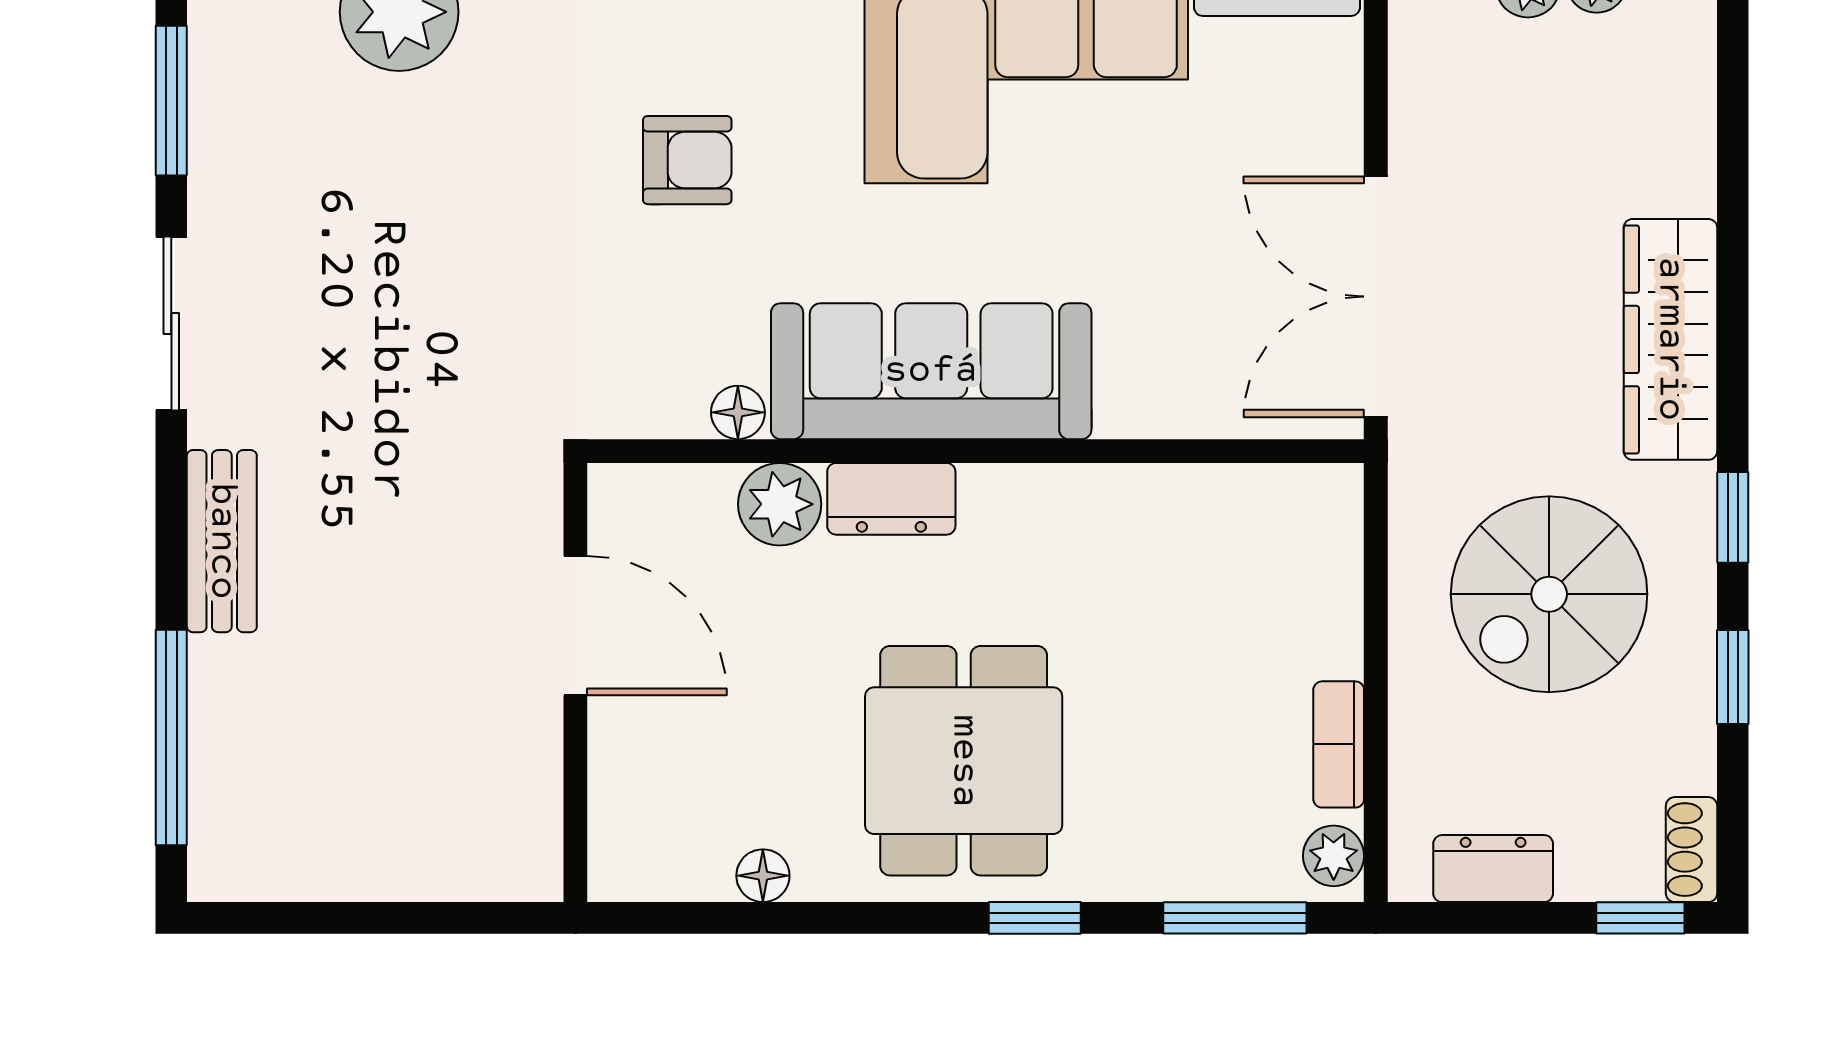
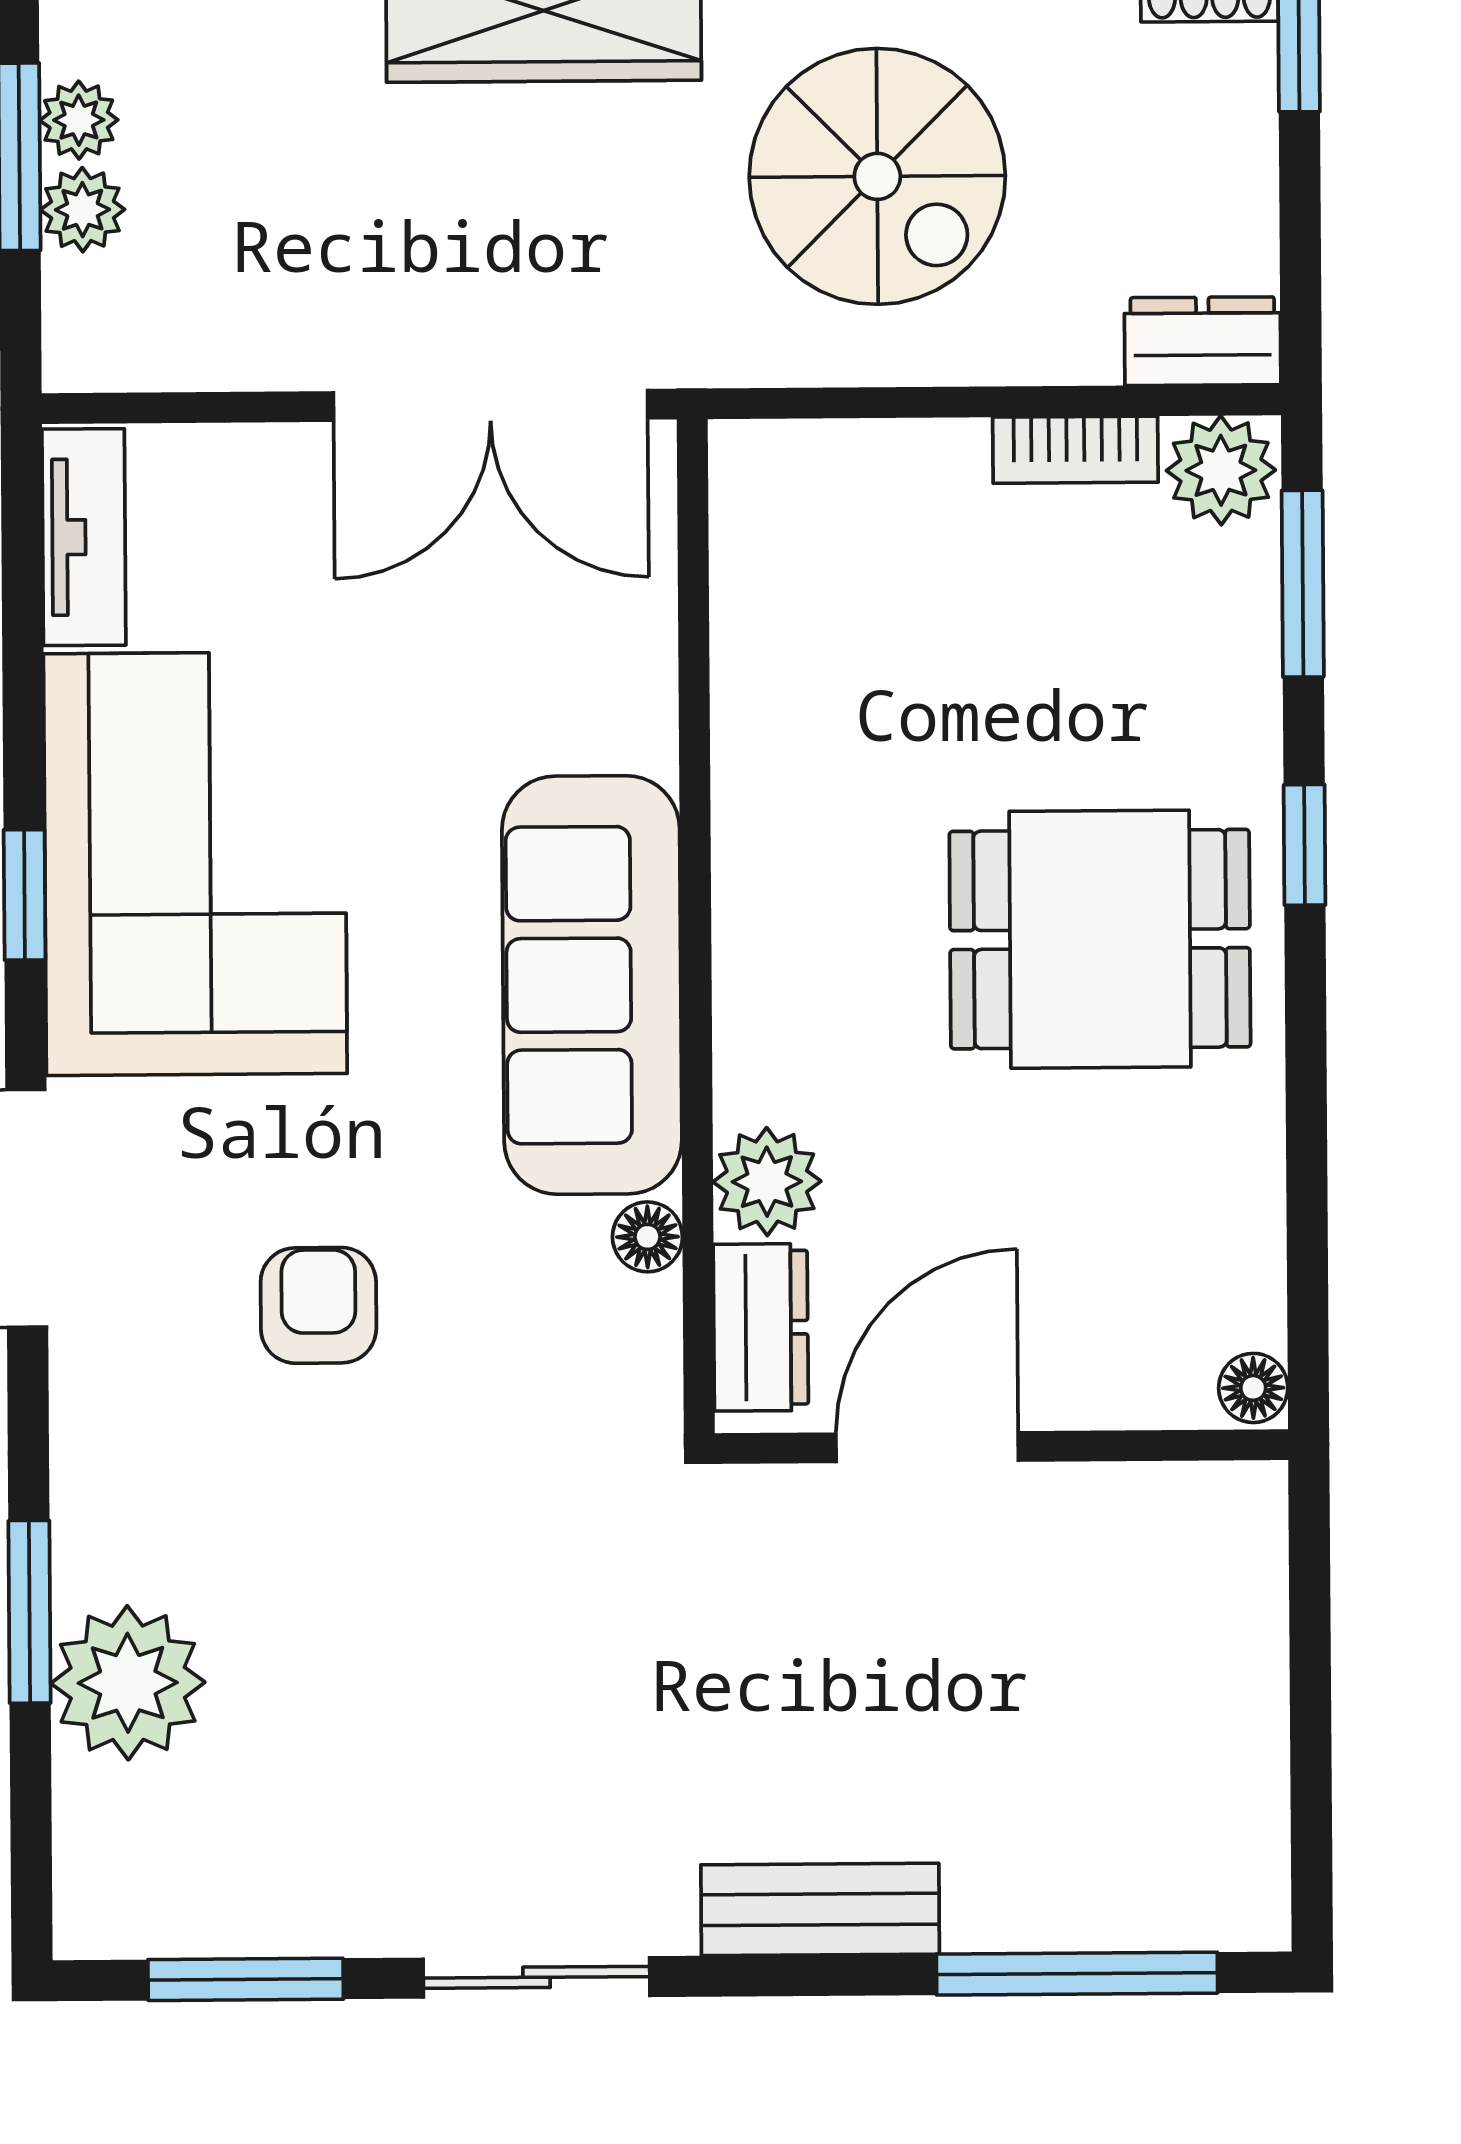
dresser: (891, 499) -> (761, 1327), moved
plant: (1334, 856) -> (1221, 470), width x1.38, depth x1.38
dresser: (1493, 869) -> (1202, 341), moved, turned 90
floor lamp: (763, 876) -> (1253, 1388), moved

